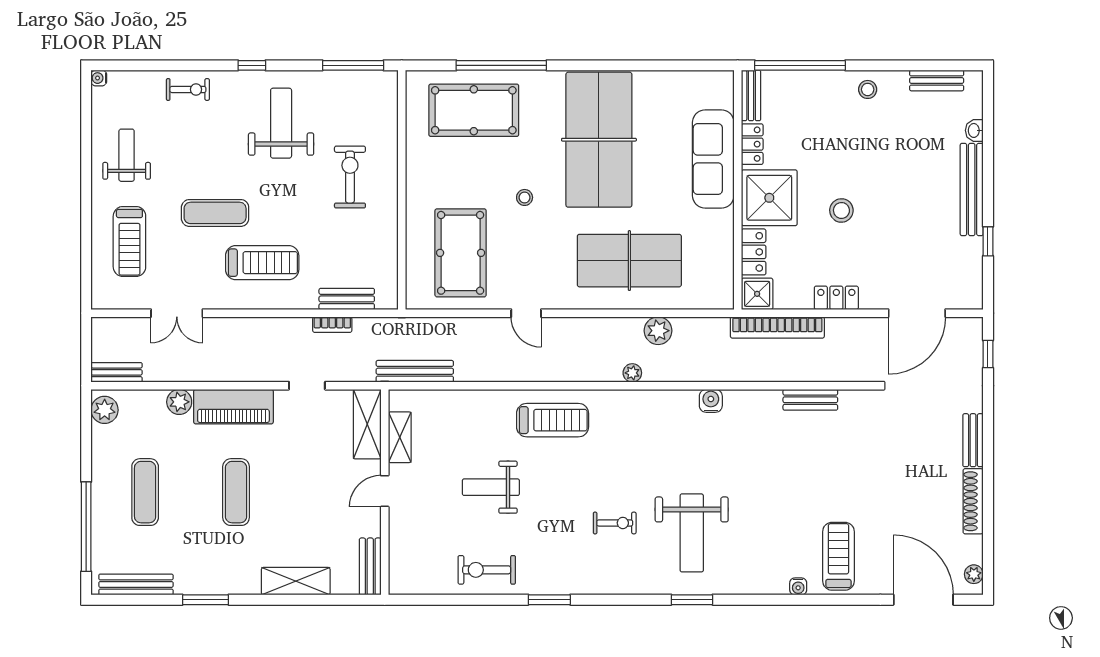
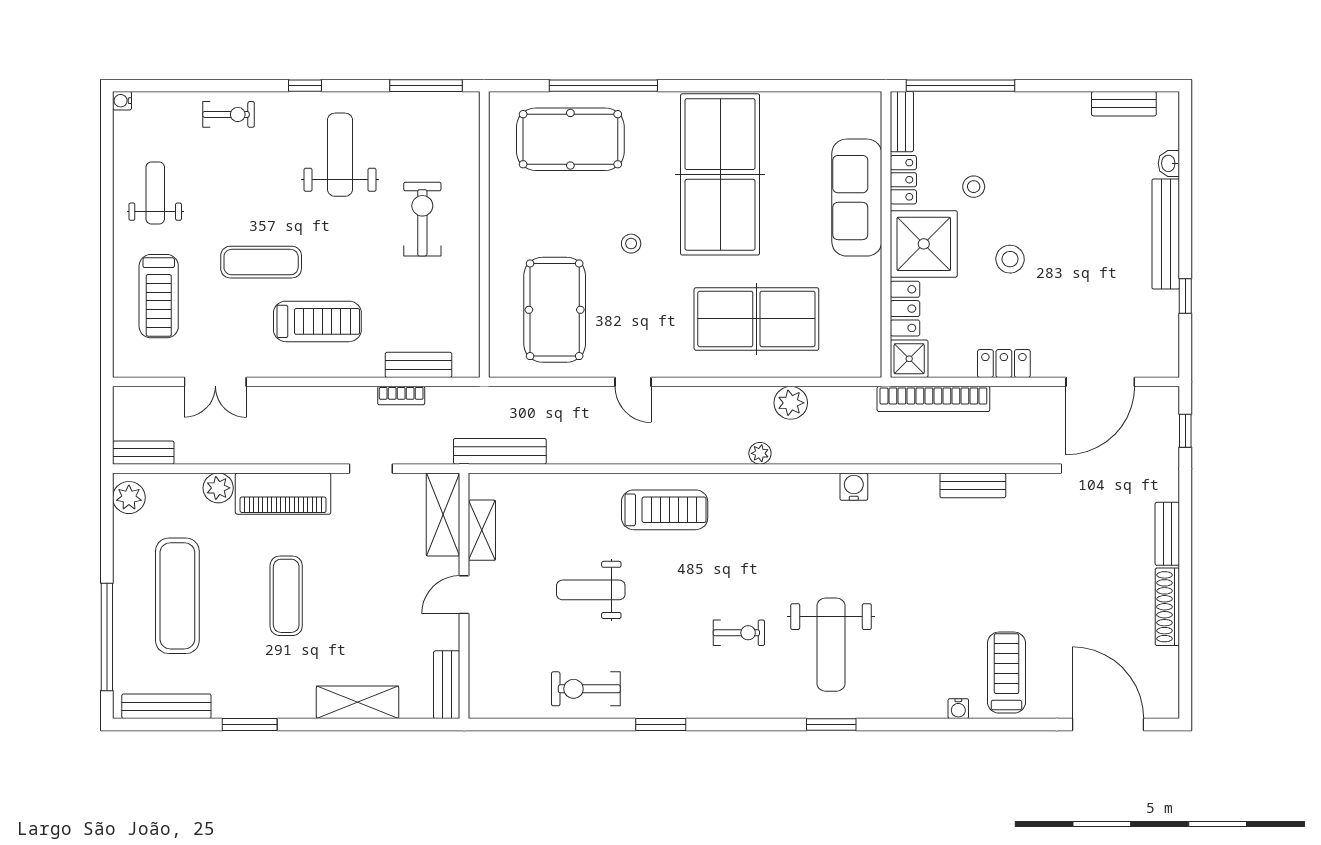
stool: (868, 89) -> (974, 187), moved
exercise mat: (145, 492) -> (177, 596), width x1.36, depth x1.45
plant: (974, 574) -> (1168, 694), removed

